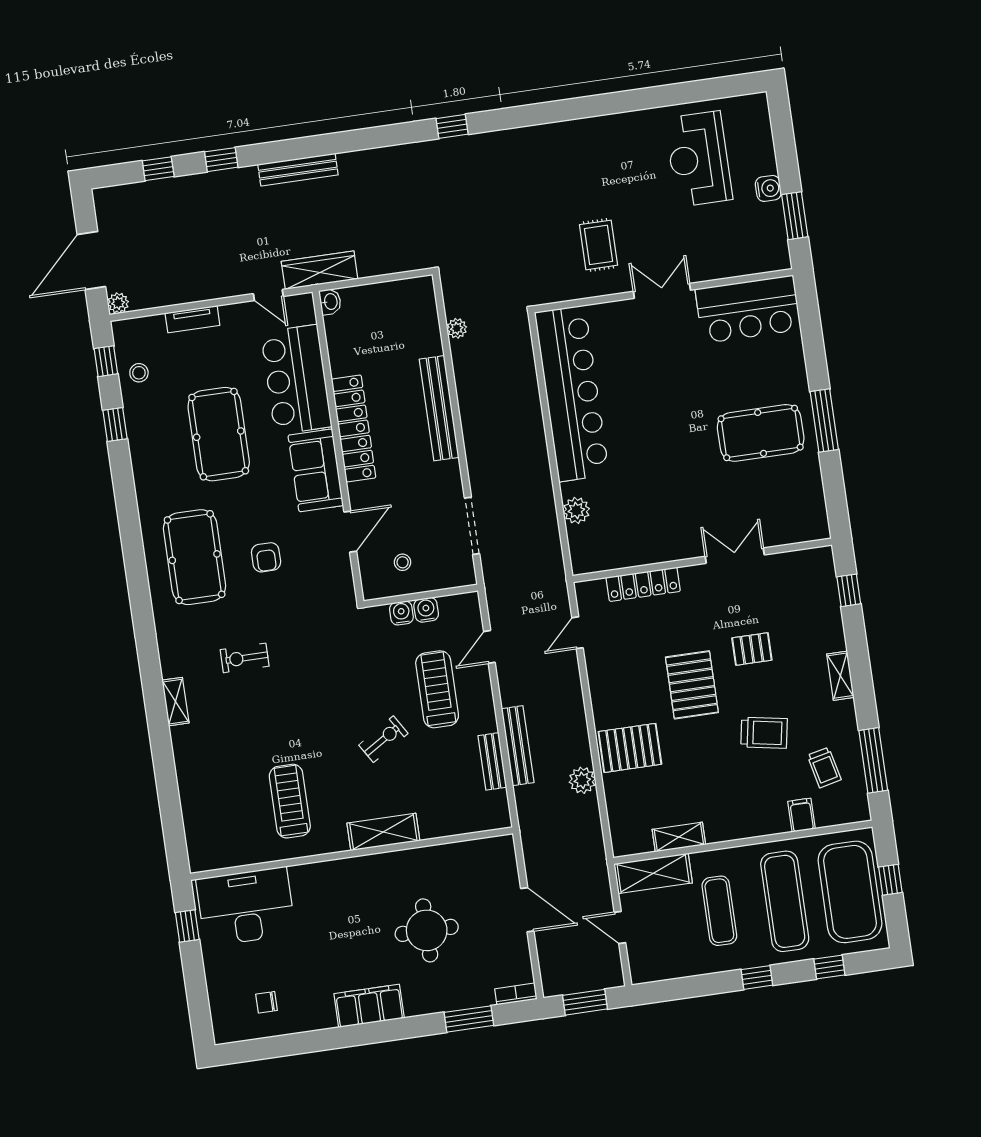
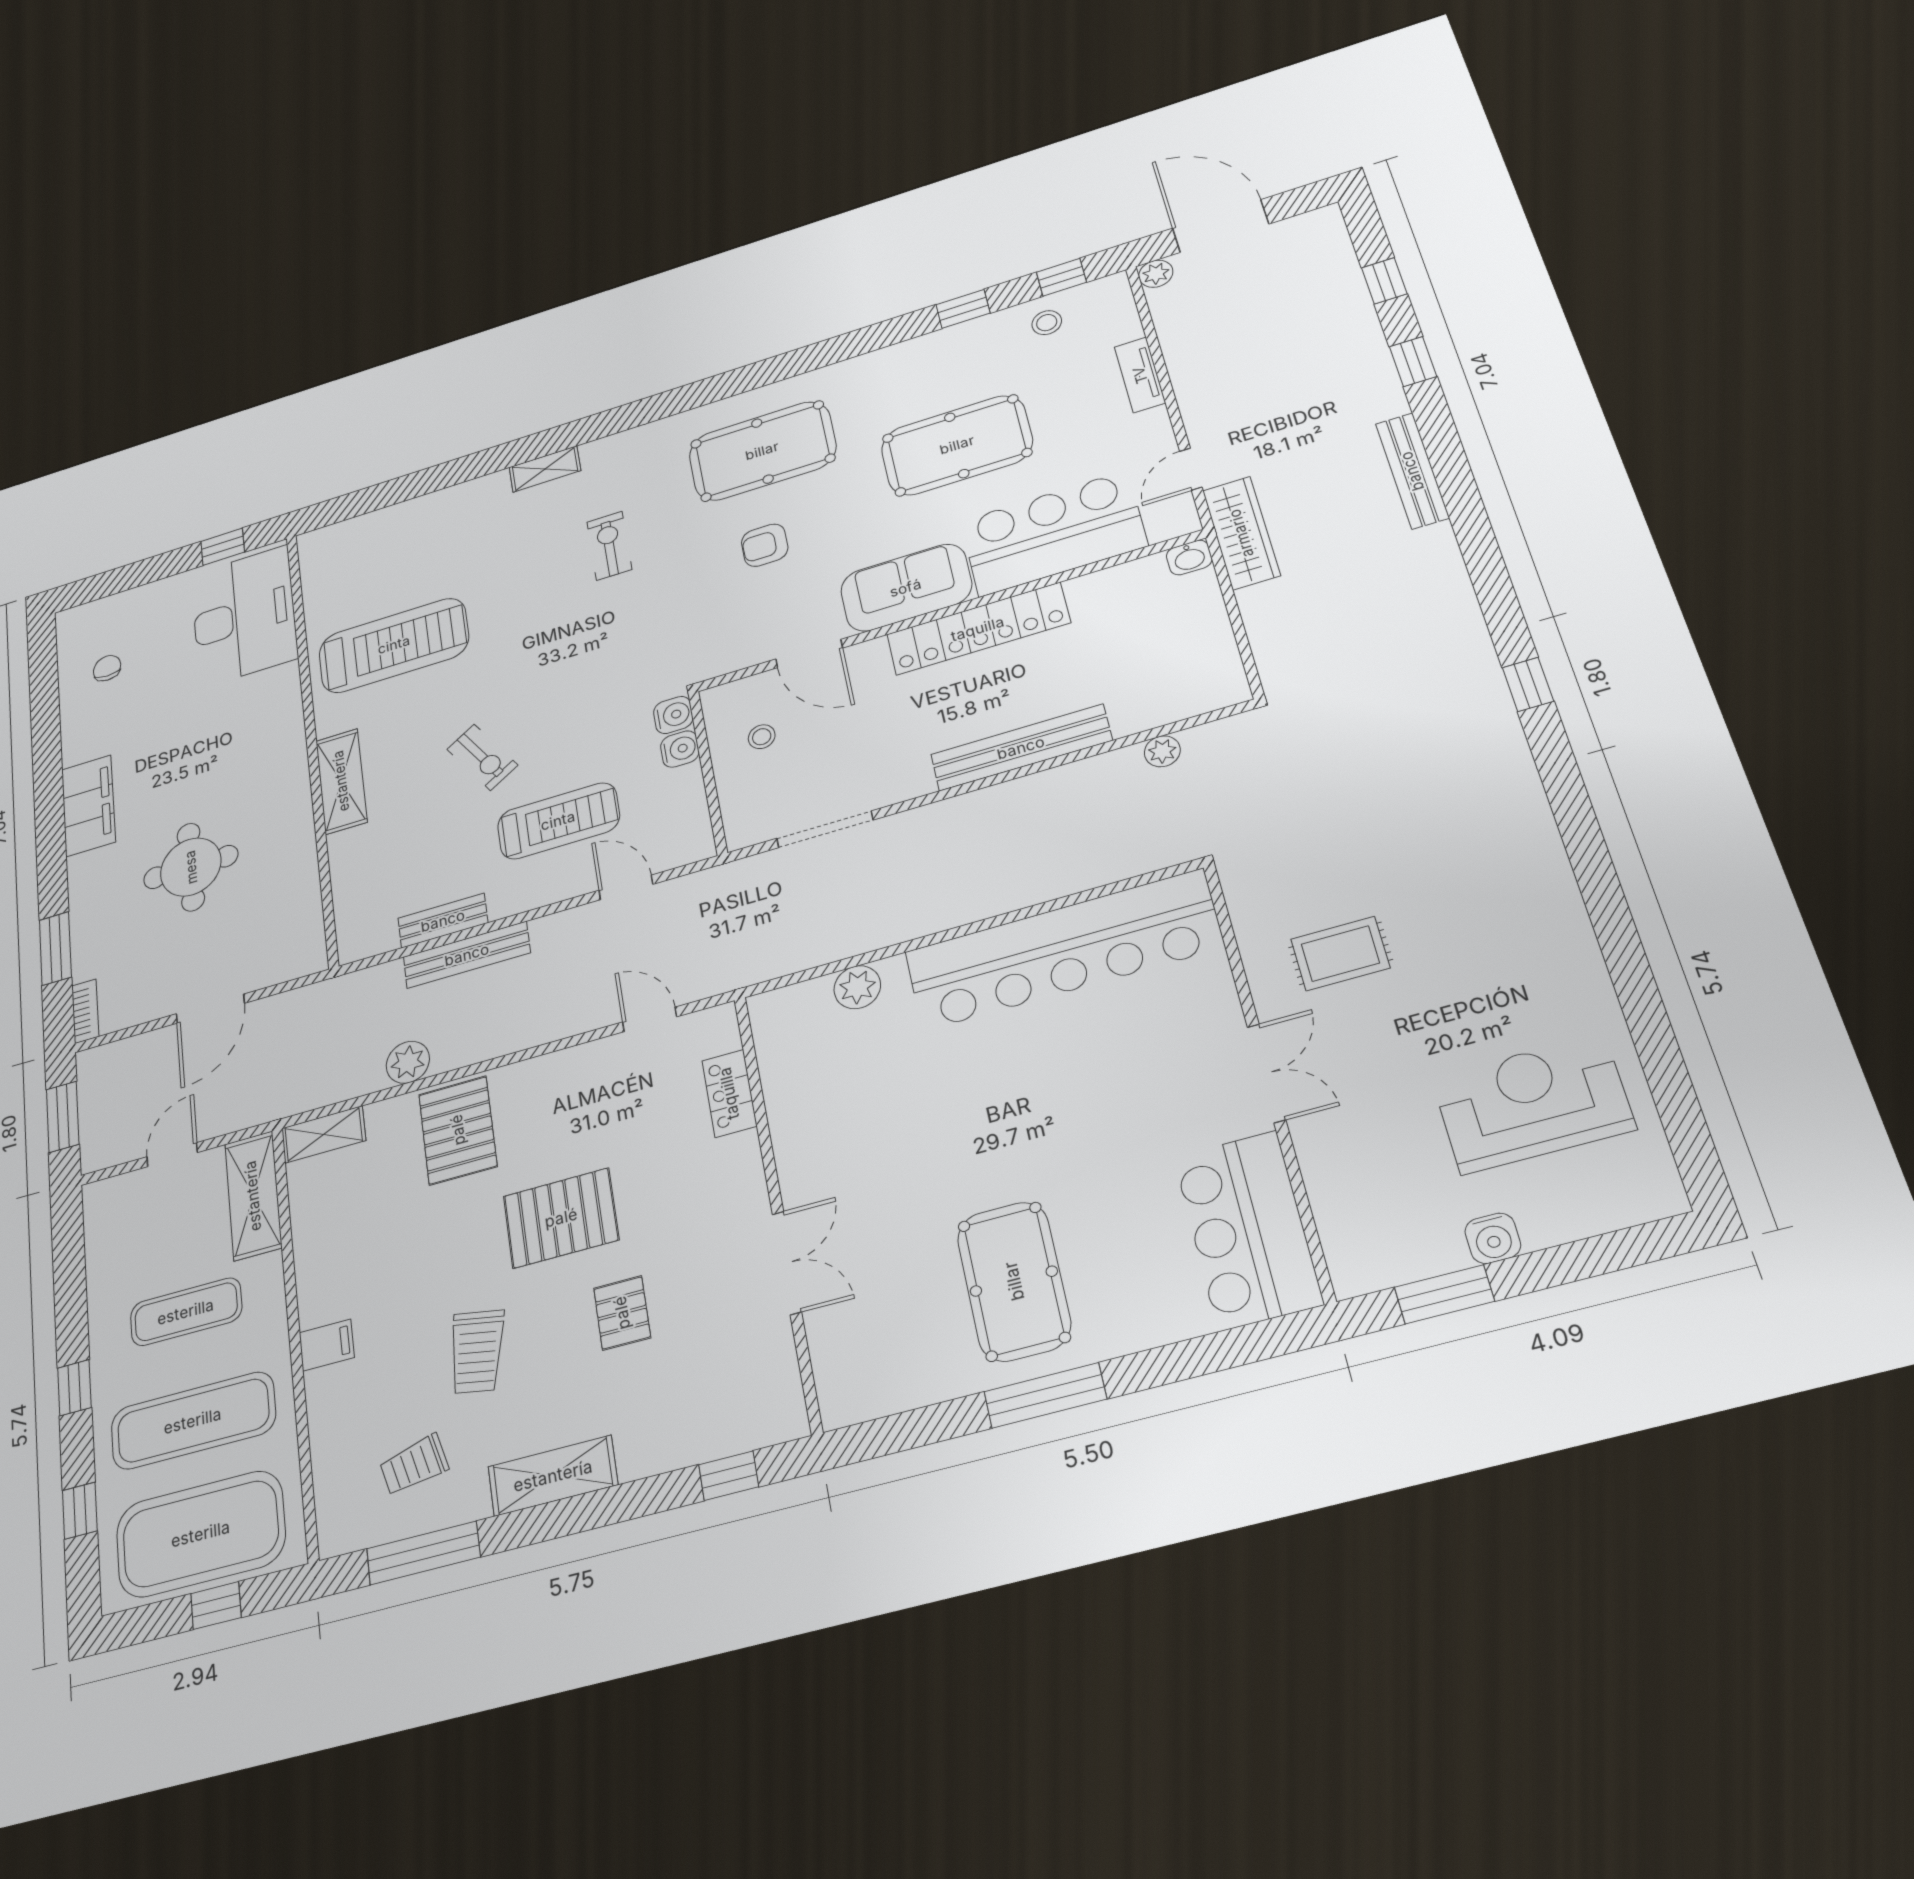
locker: (643, 584) -> (729, 1093), width x0.66
water cooler: (426, 610) -> (673, 715), moved
shelving: (840, 676) -> (553, 1476), width x1.50, depth x1.33
treadmill: (290, 801) -> (394, 645), width x1.37, depth x1.38
filing cabinet: (802, 815) -> (327, 1345), moved
shelving: (679, 837) -> (324, 1134), moved, turned 90

